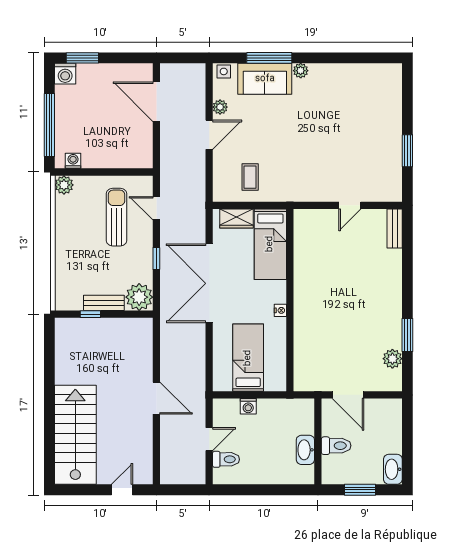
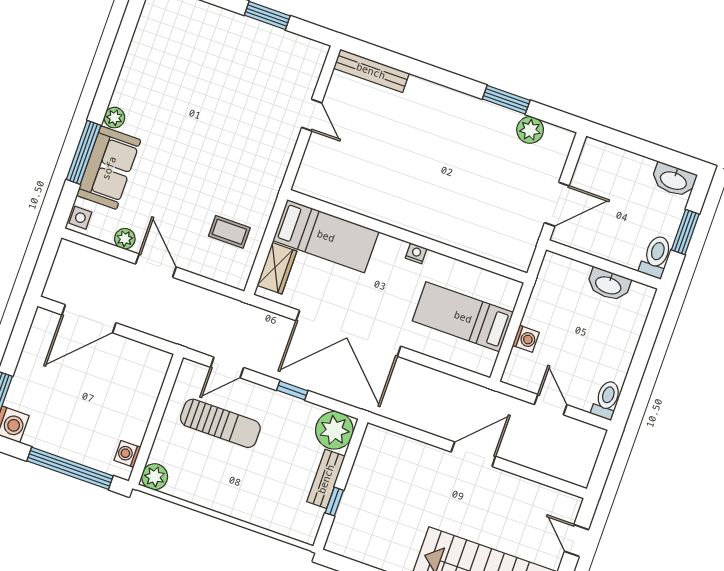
sun lounger: (116, 217) -> (220, 423), turned 180
bench: (395, 228) -> (371, 71), width x1.36
toilet: (336, 446) -> (656, 256), moved
toilet: (226, 459) -> (607, 400), moved

